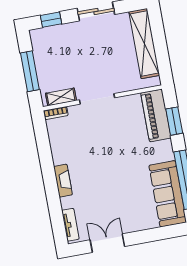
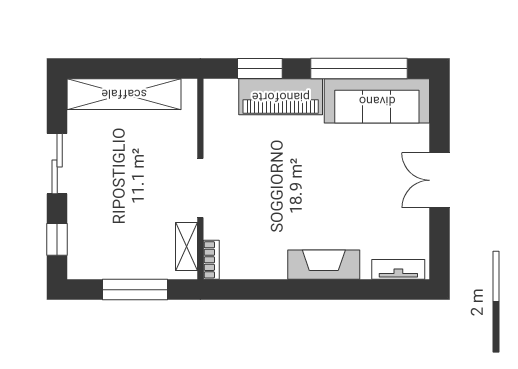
piano: (156, 115) -> (281, 97), moved
fireplace: (63, 181) -> (324, 265), width x1.37, depth x1.32
double door: (107, 243) -> (440, 180), moved

